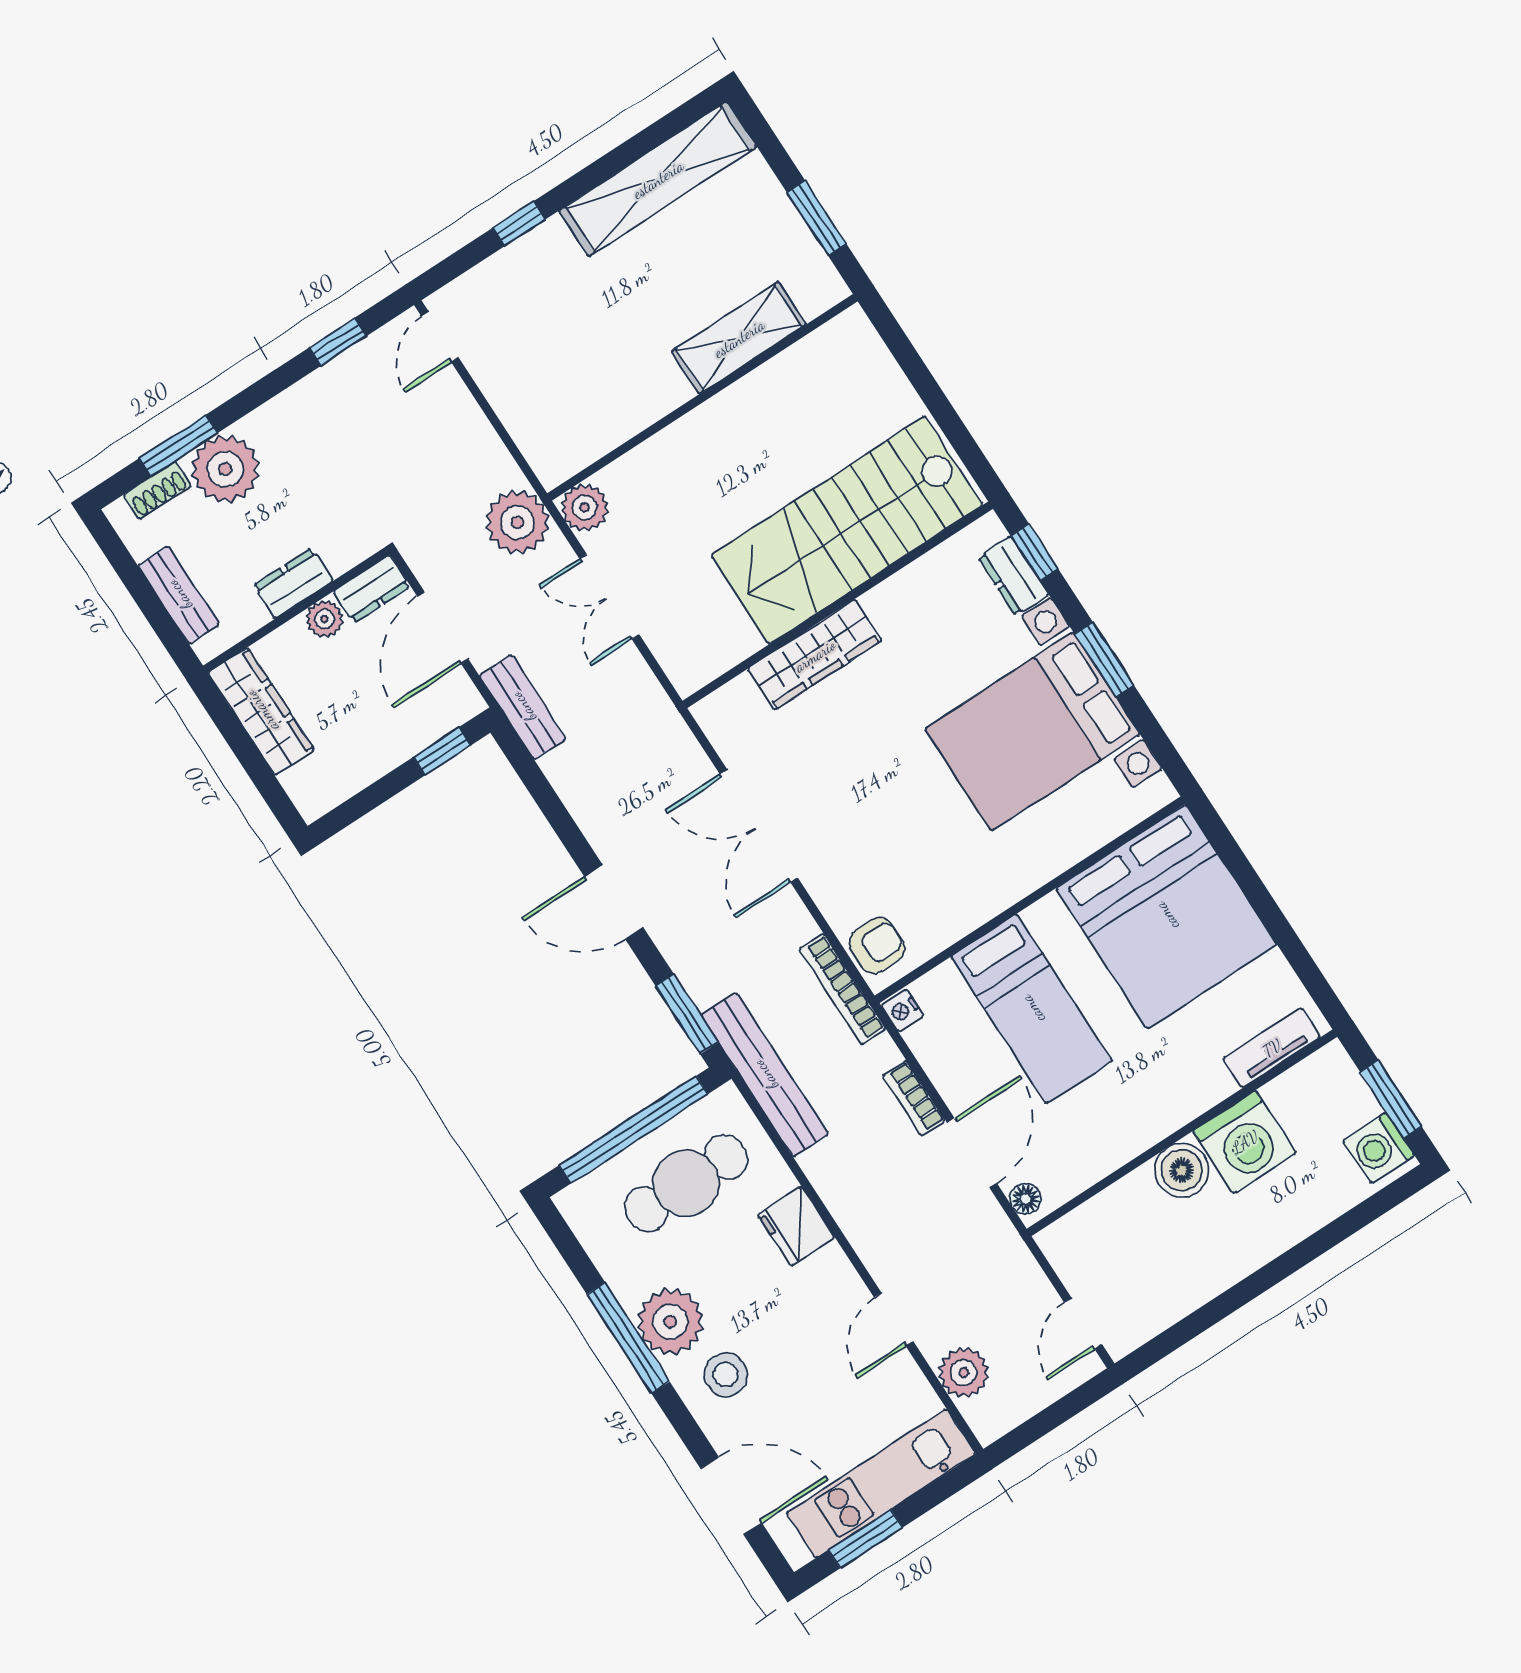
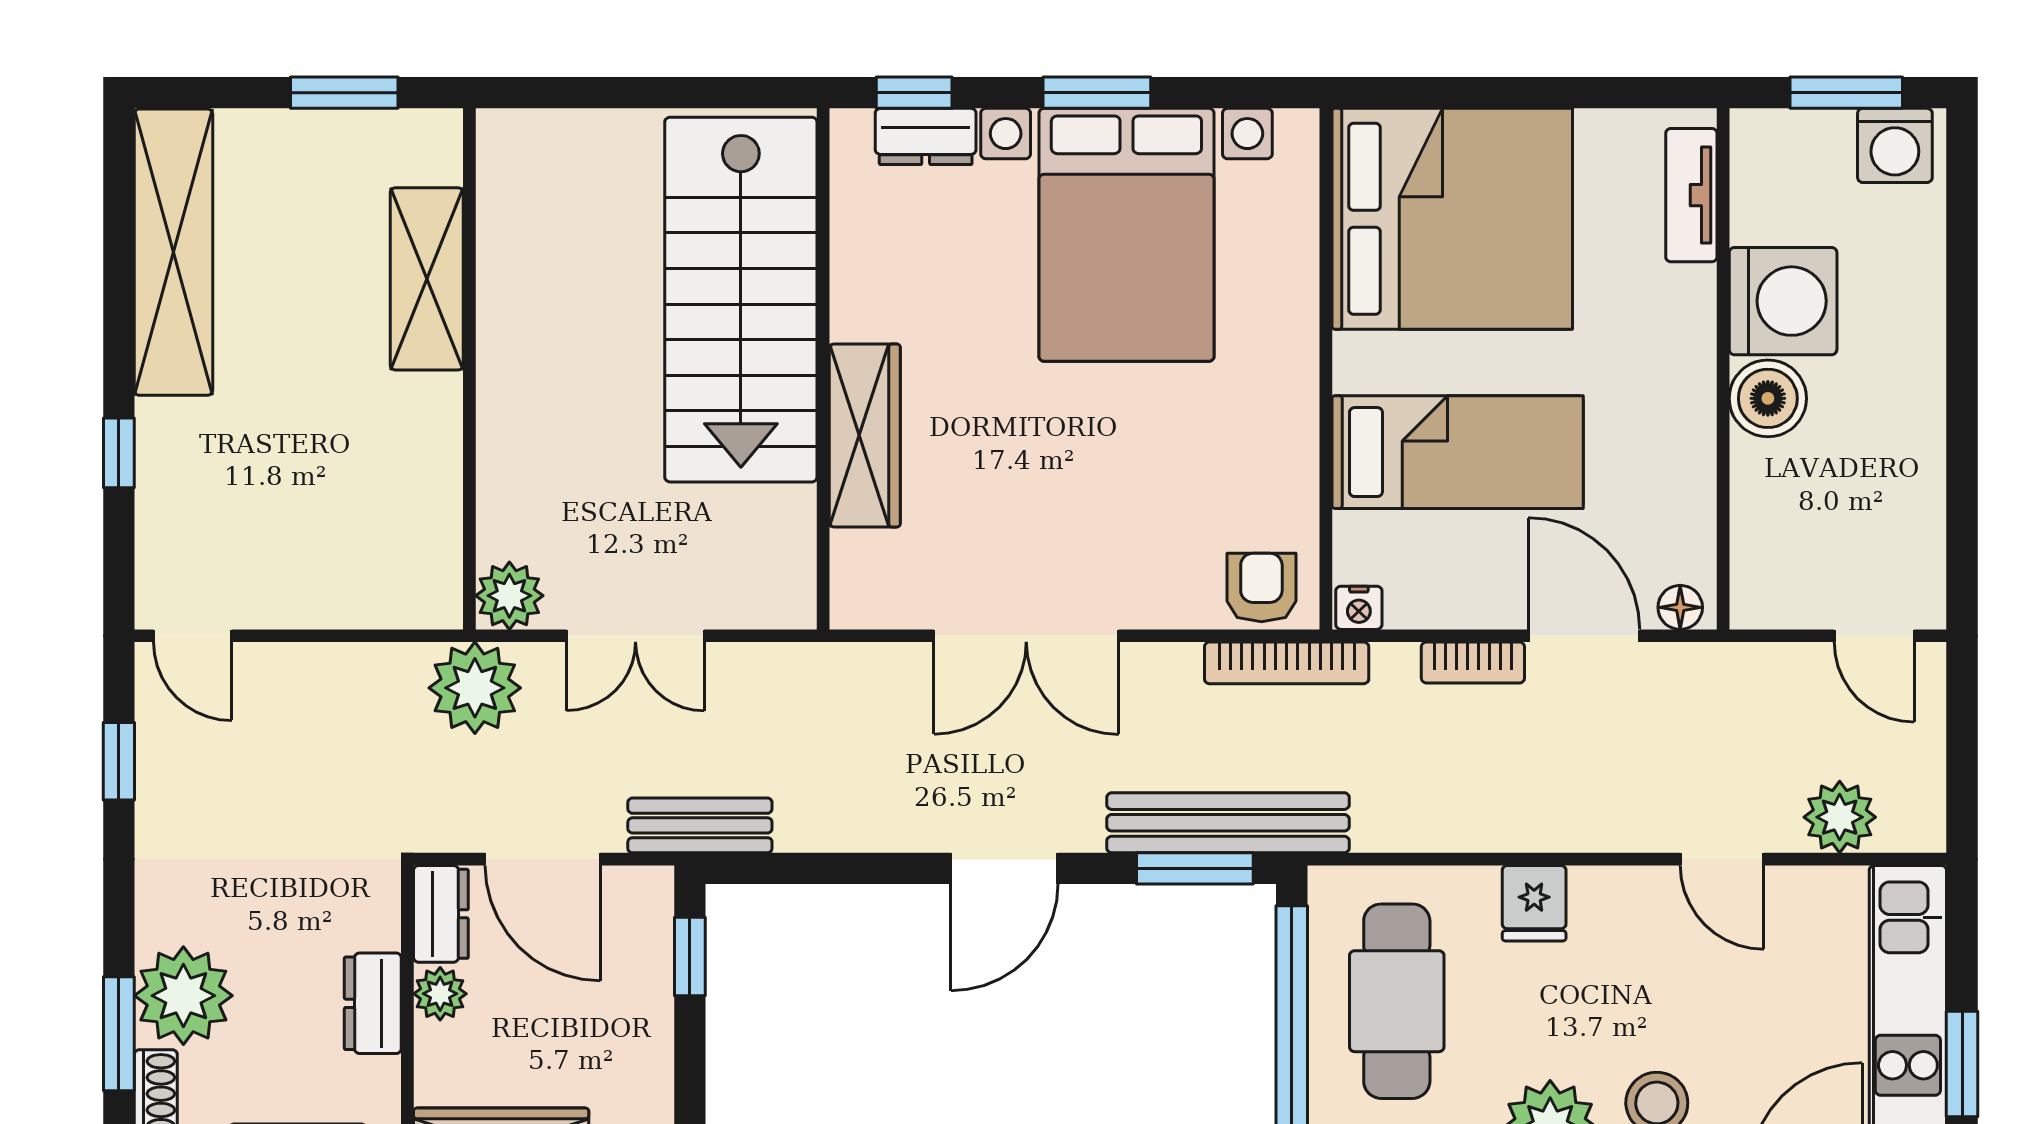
bench: (765, 1075) -> (1228, 823), moved
fridge: (796, 1226) -> (1534, 903), width x0.72

